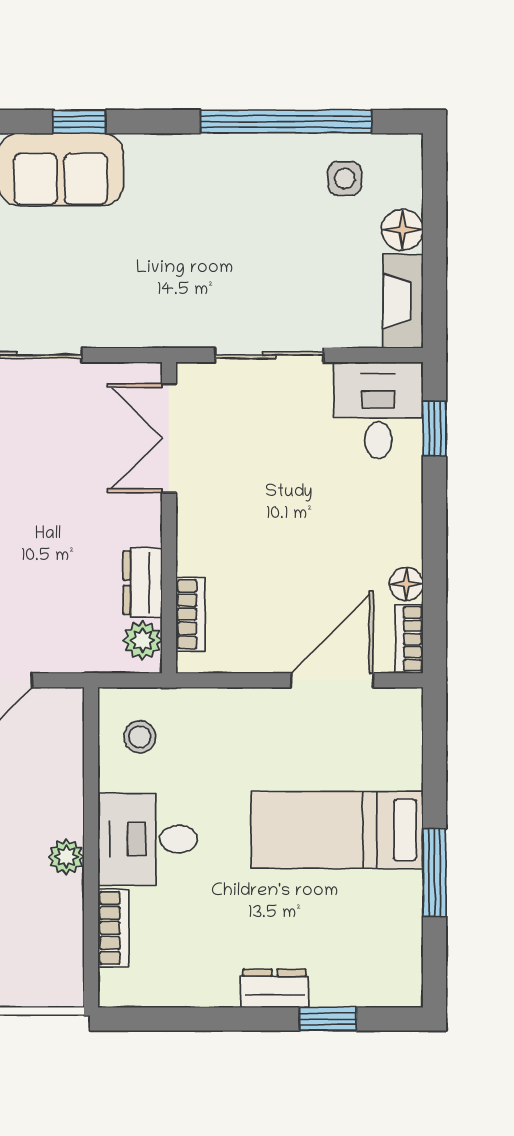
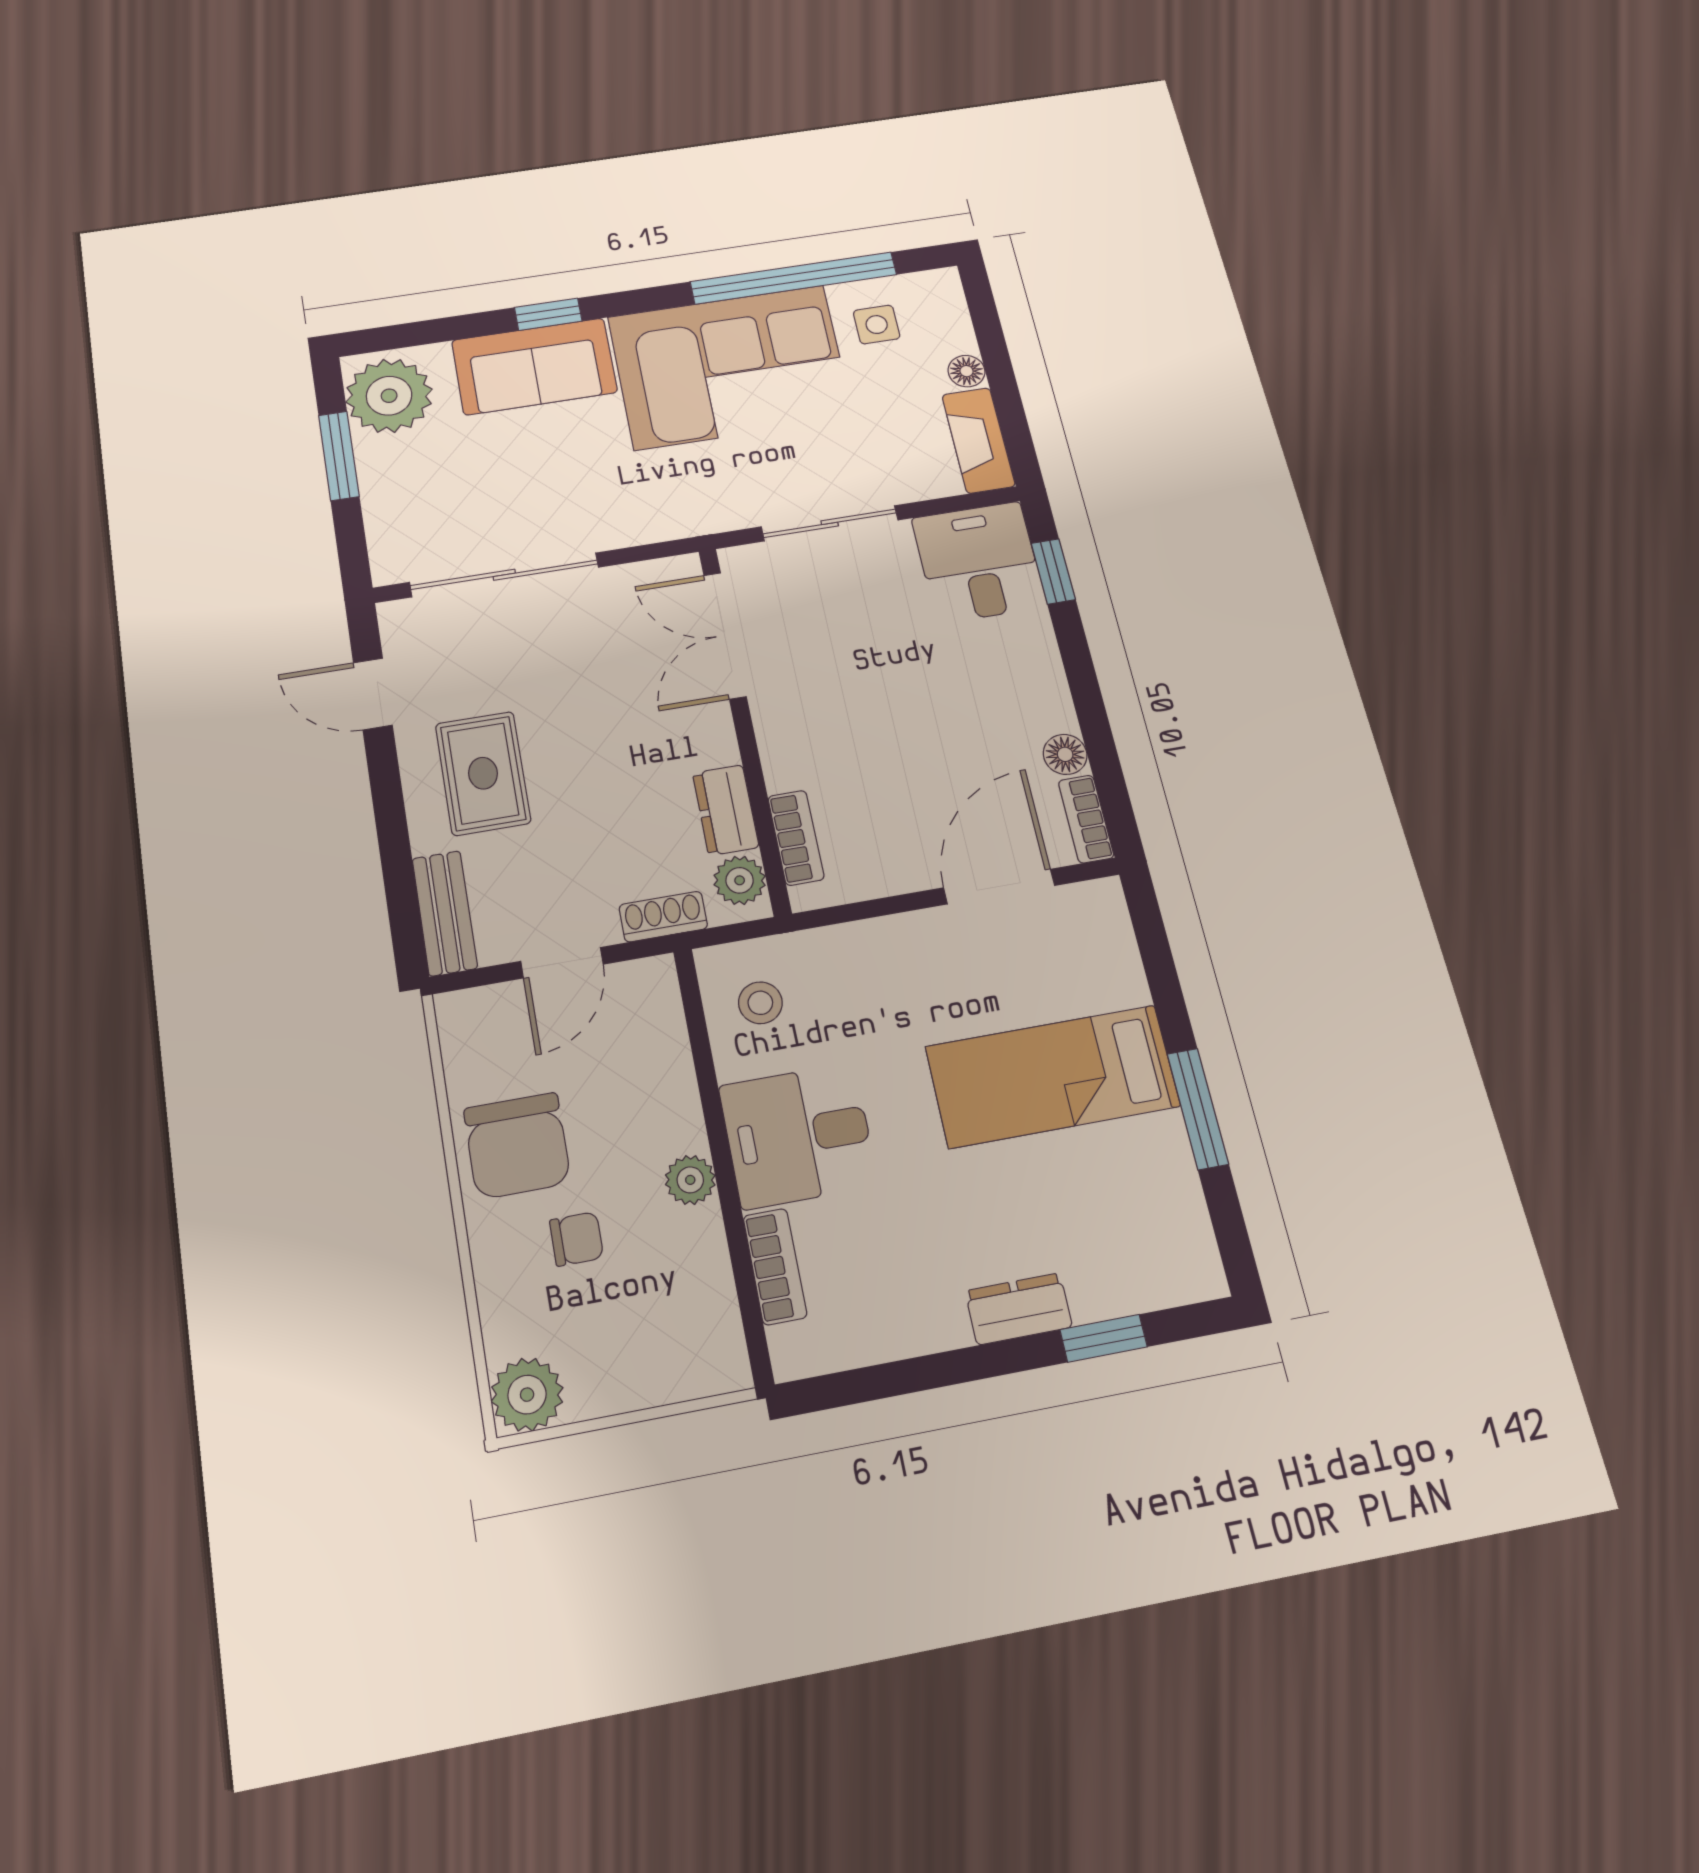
corner sofa: (218, 198) -> (730, 367), added
floor lamp: (402, 230) -> (967, 371), width x0.73, depth x0.73
shoe rack: (82, 658) -> (663, 917), added

